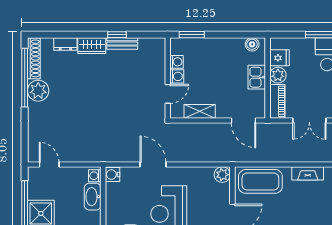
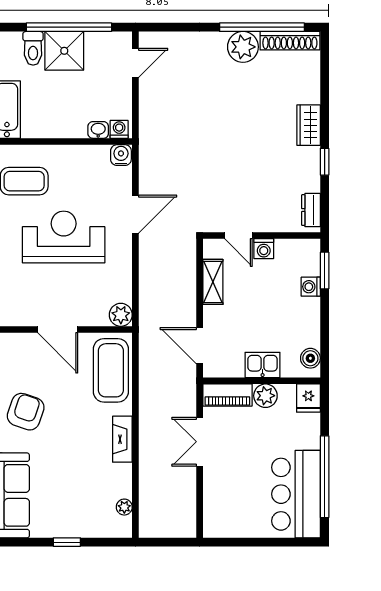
bench: (122, 43) -> (312, 169), removed
dresser: (65, 44) -> (311, 210), moved
fridge: (279, 58) -> (308, 398), moved
washing machine: (176, 62) -> (311, 287), moved, turned 90
door: (243, 120) -> (200, 346), hinge flipped
washbasin: (93, 197) -> (98, 130), width x0.52, depth x0.69

